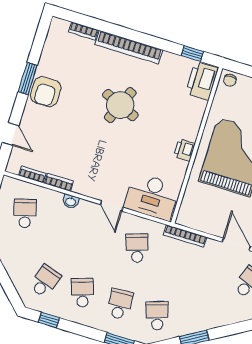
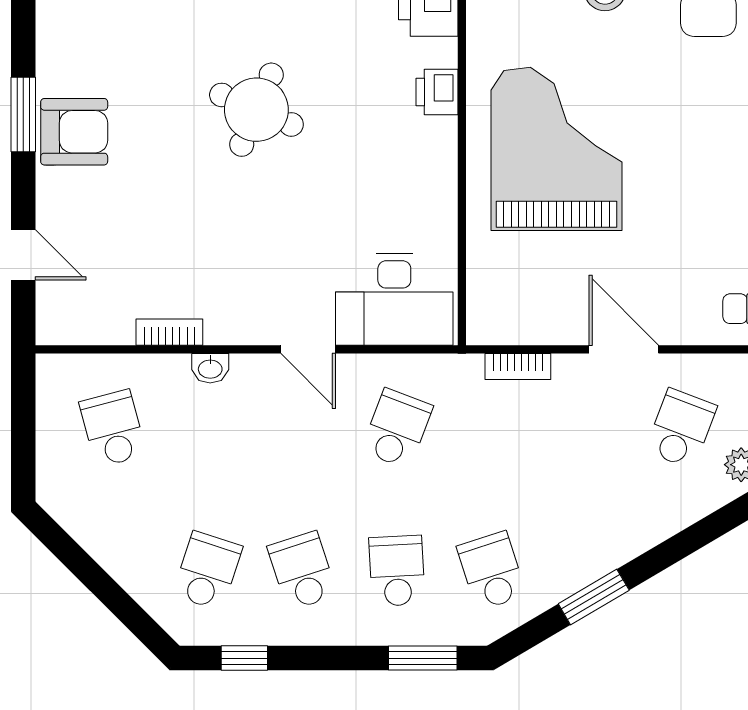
armchair: (46, 92) -> (74, 132), turned -90
printer: (184, 150) -> (437, 92), moved
bookcase: (32, 174) -> (102, 333), removed
bookcase: (185, 236) -> (518, 367), width x0.64
school desk: (137, 248) -> (397, 428), turned 39

